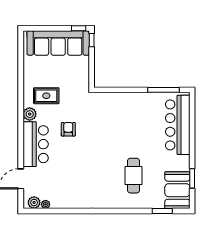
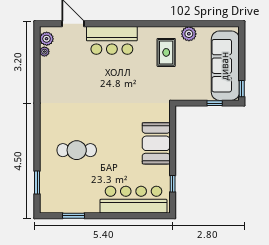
window: (92, 40) -> (215, 103), moved
window: (163, 90) -> (173, 184), width x0.46
plant: (30, 114) -> (189, 34), moved
armchair: (68, 129) -> (129, 77), removed
booth: (177, 190) -> (156, 143), moved, turned 90

